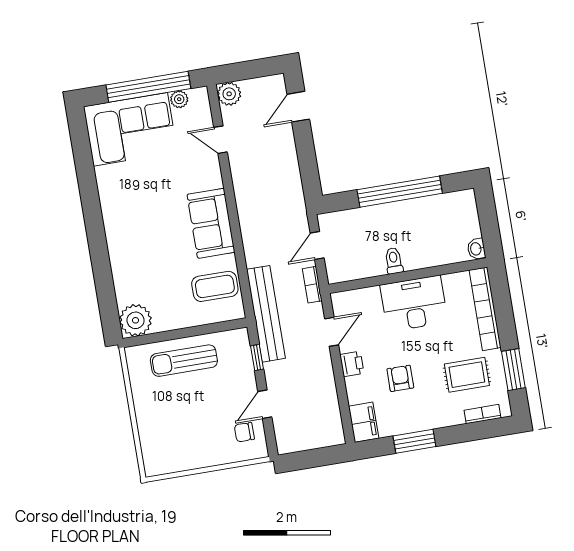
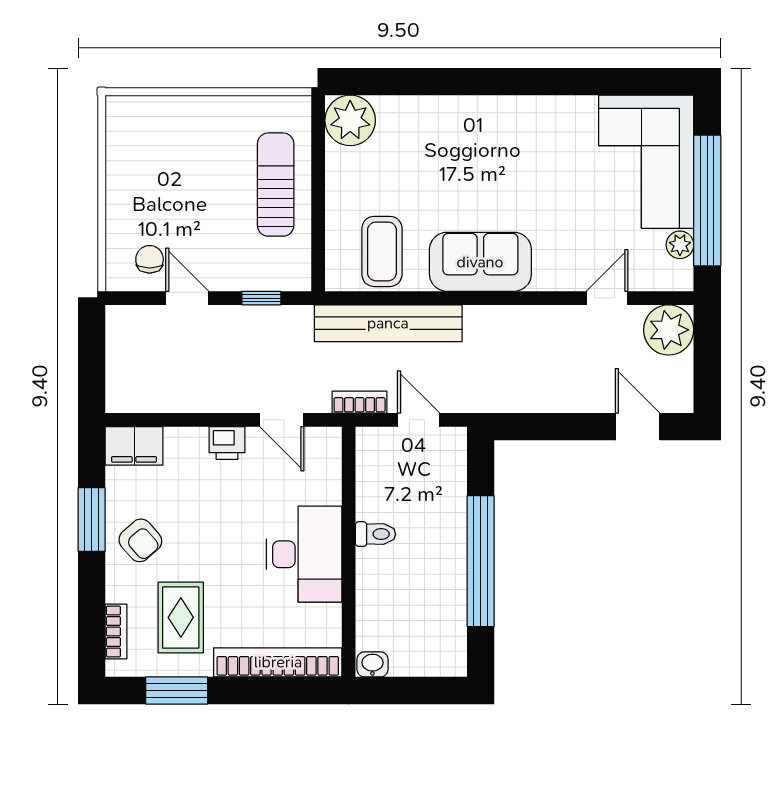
plant: (229, 94) -> (669, 330), width x1.36, depth x1.36
bench: (266, 314) -> (388, 323), moved
armchair: (400, 378) -> (140, 540), moved, turned 49

